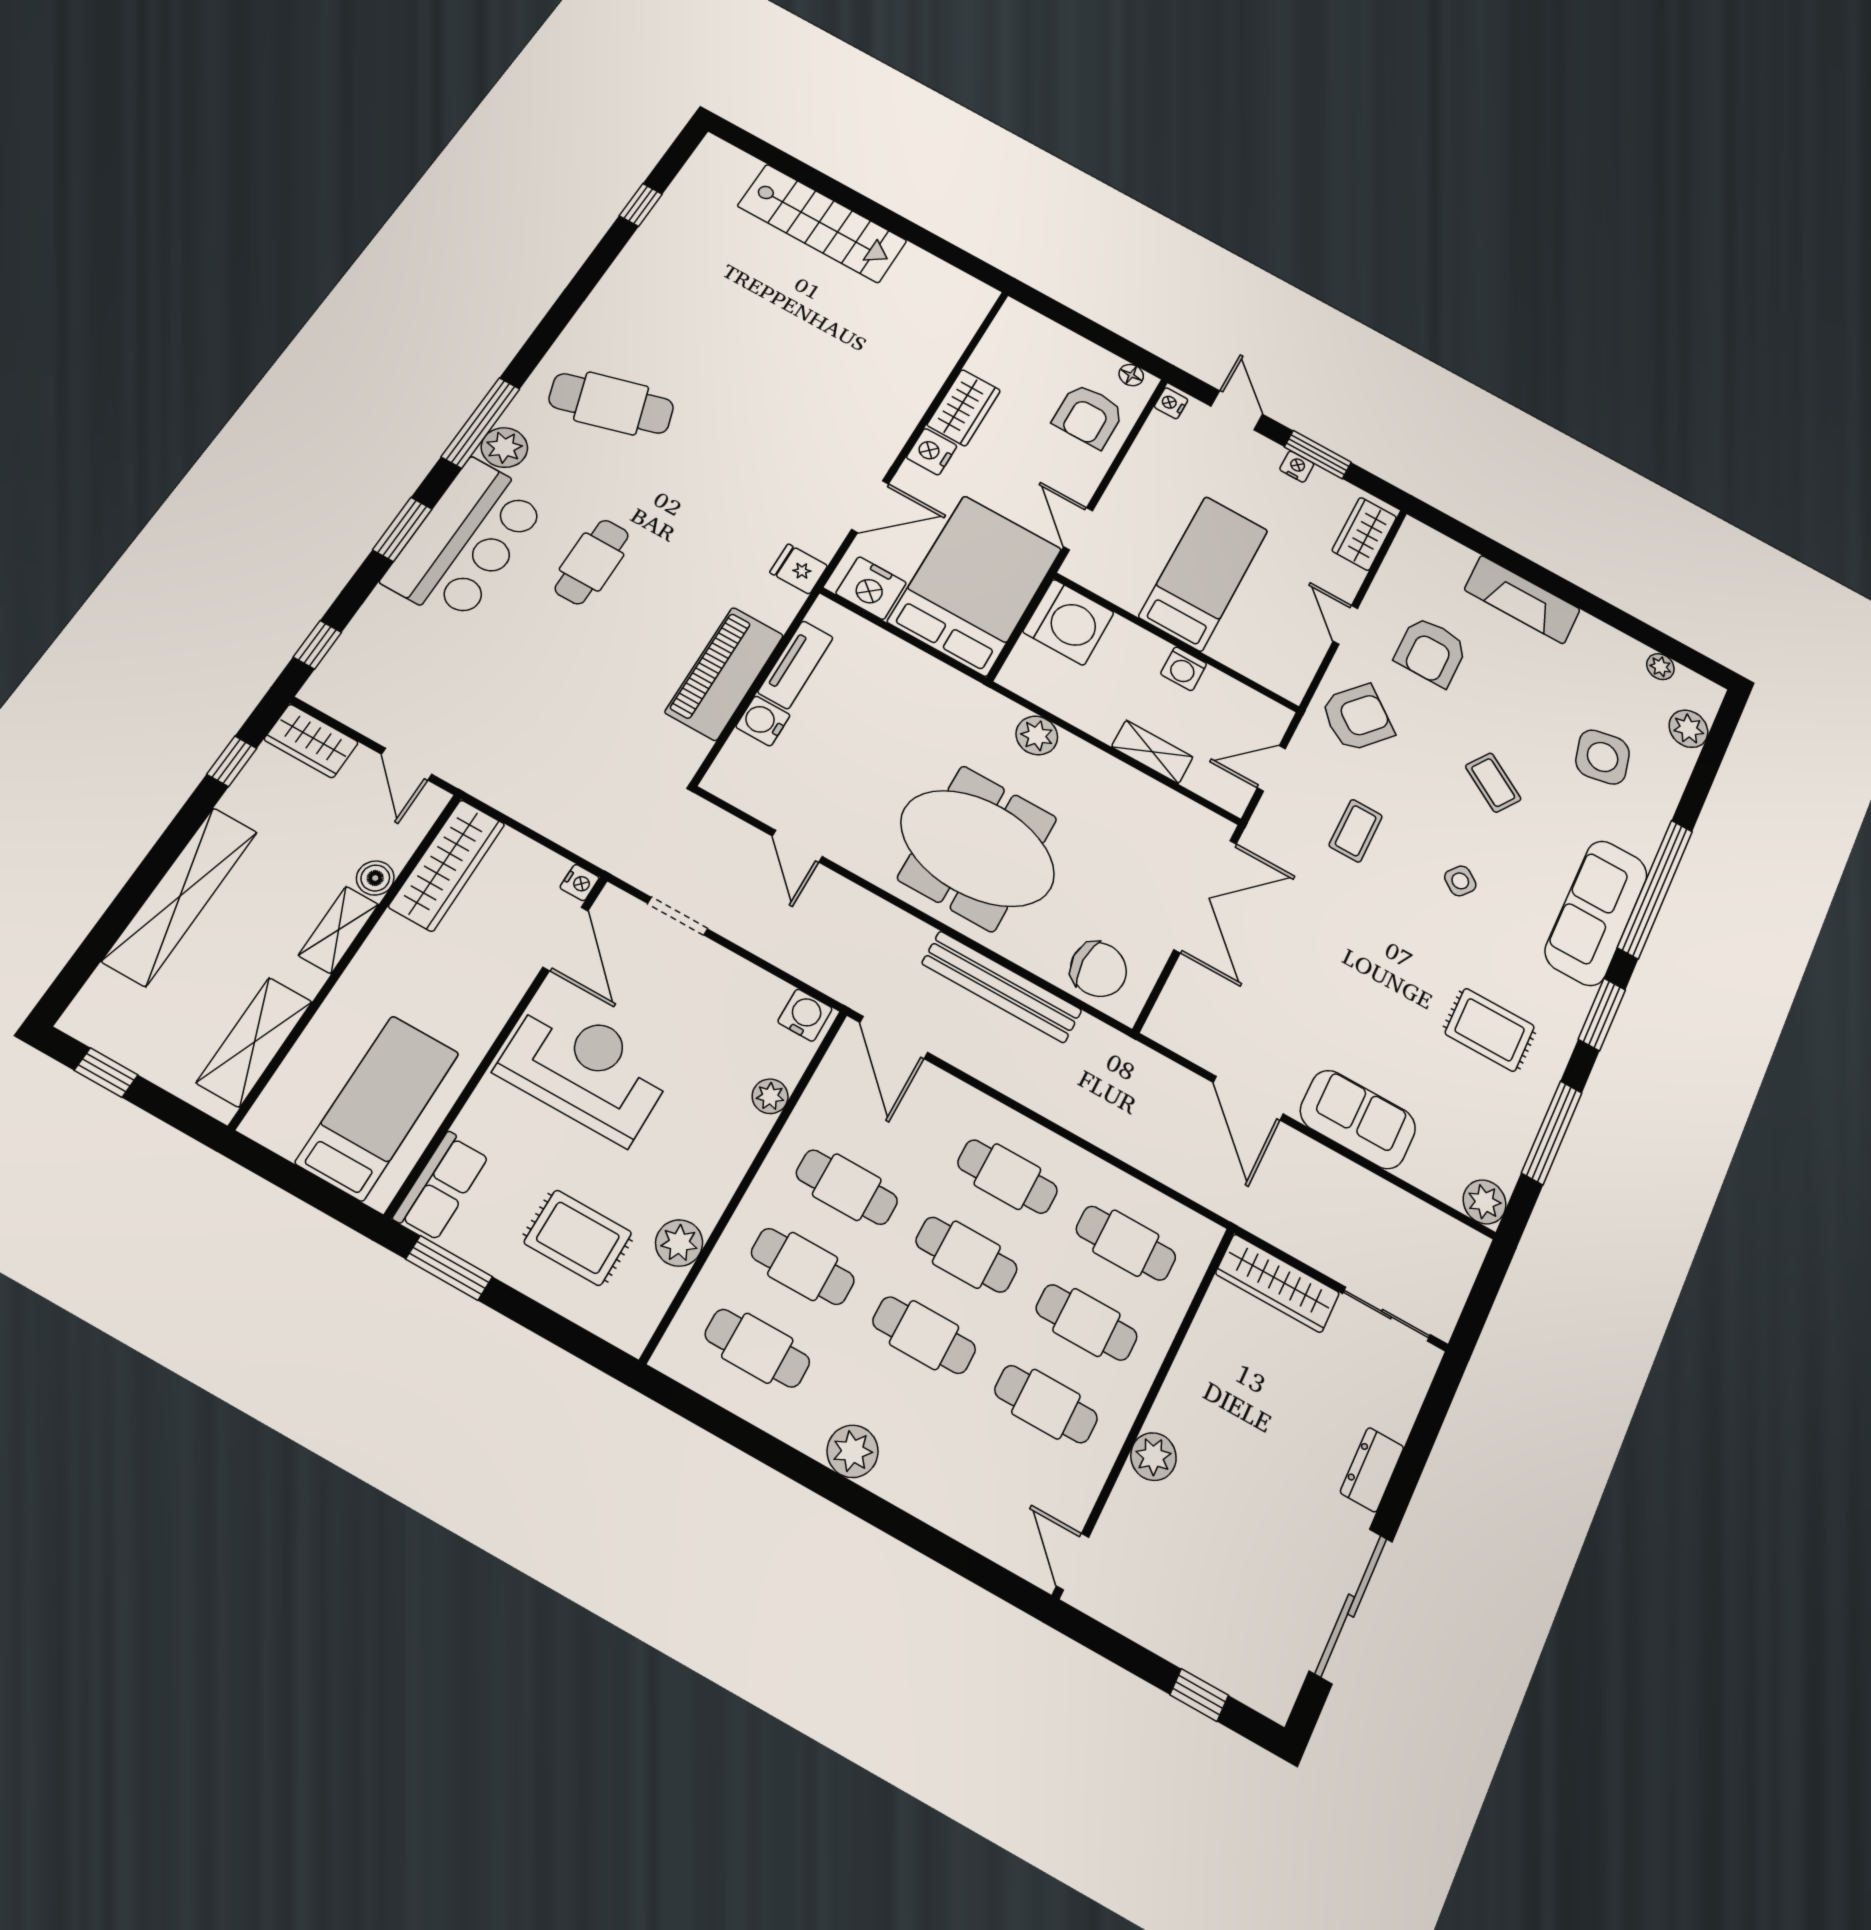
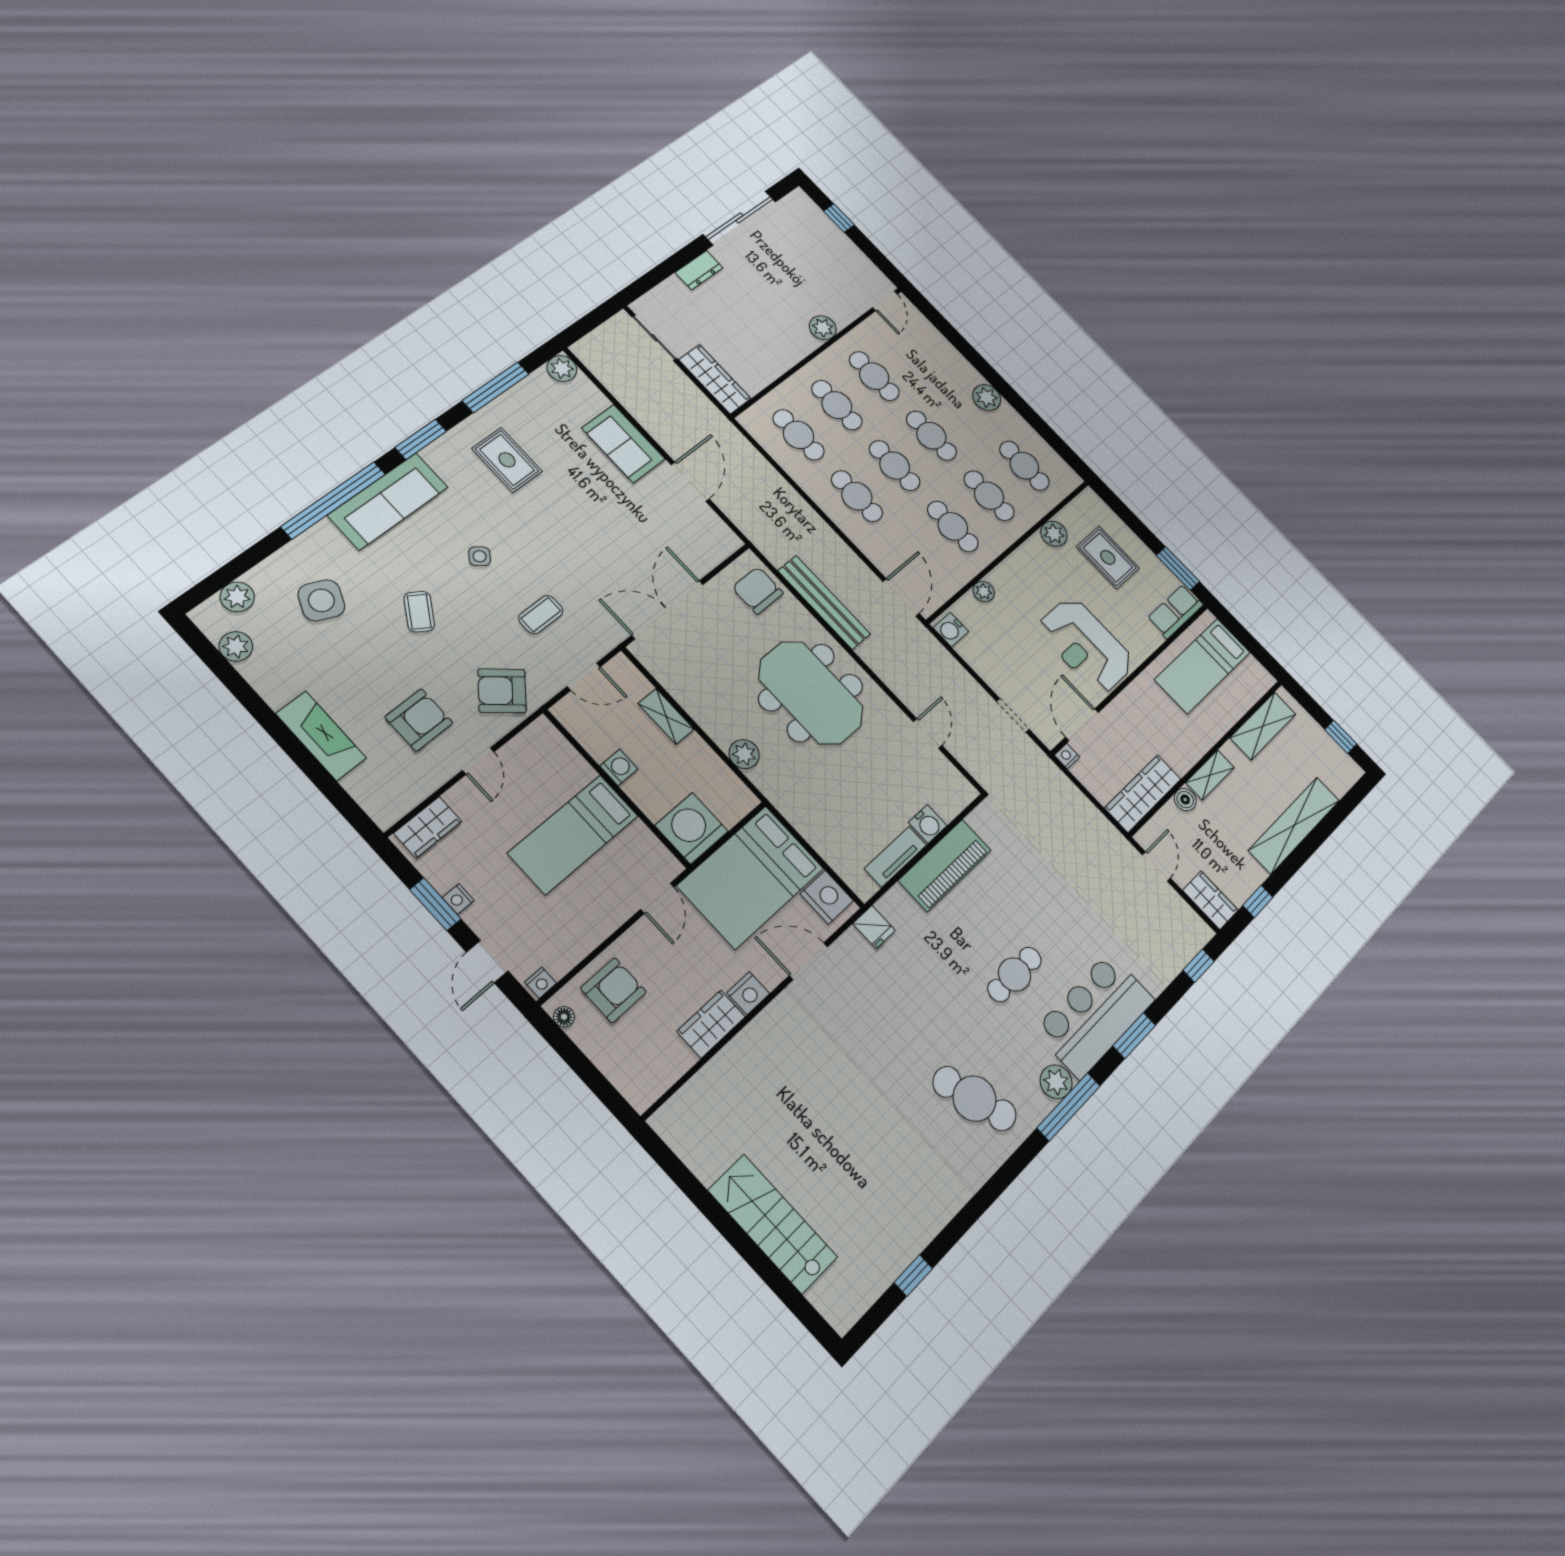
plant: (1660, 667) -> (236, 646), width x1.38, depth x1.38
side table: (1603, 757) -> (321, 600), turned 36

